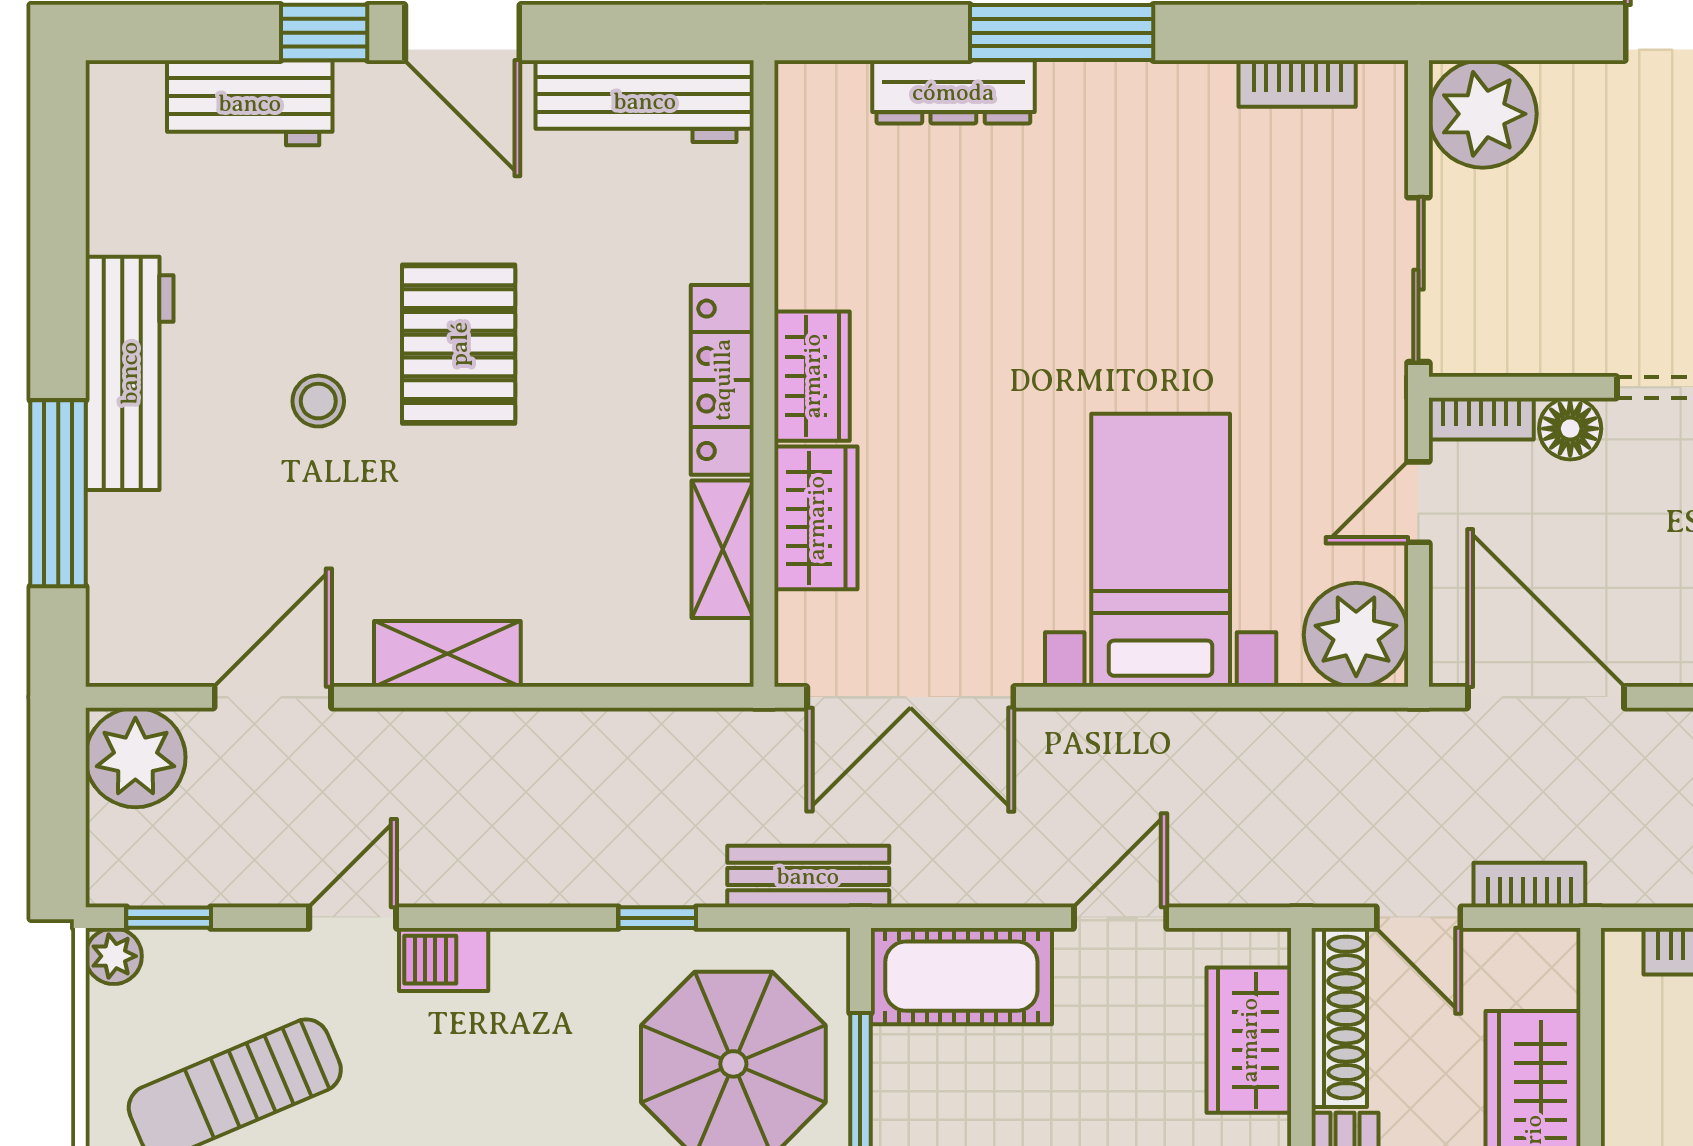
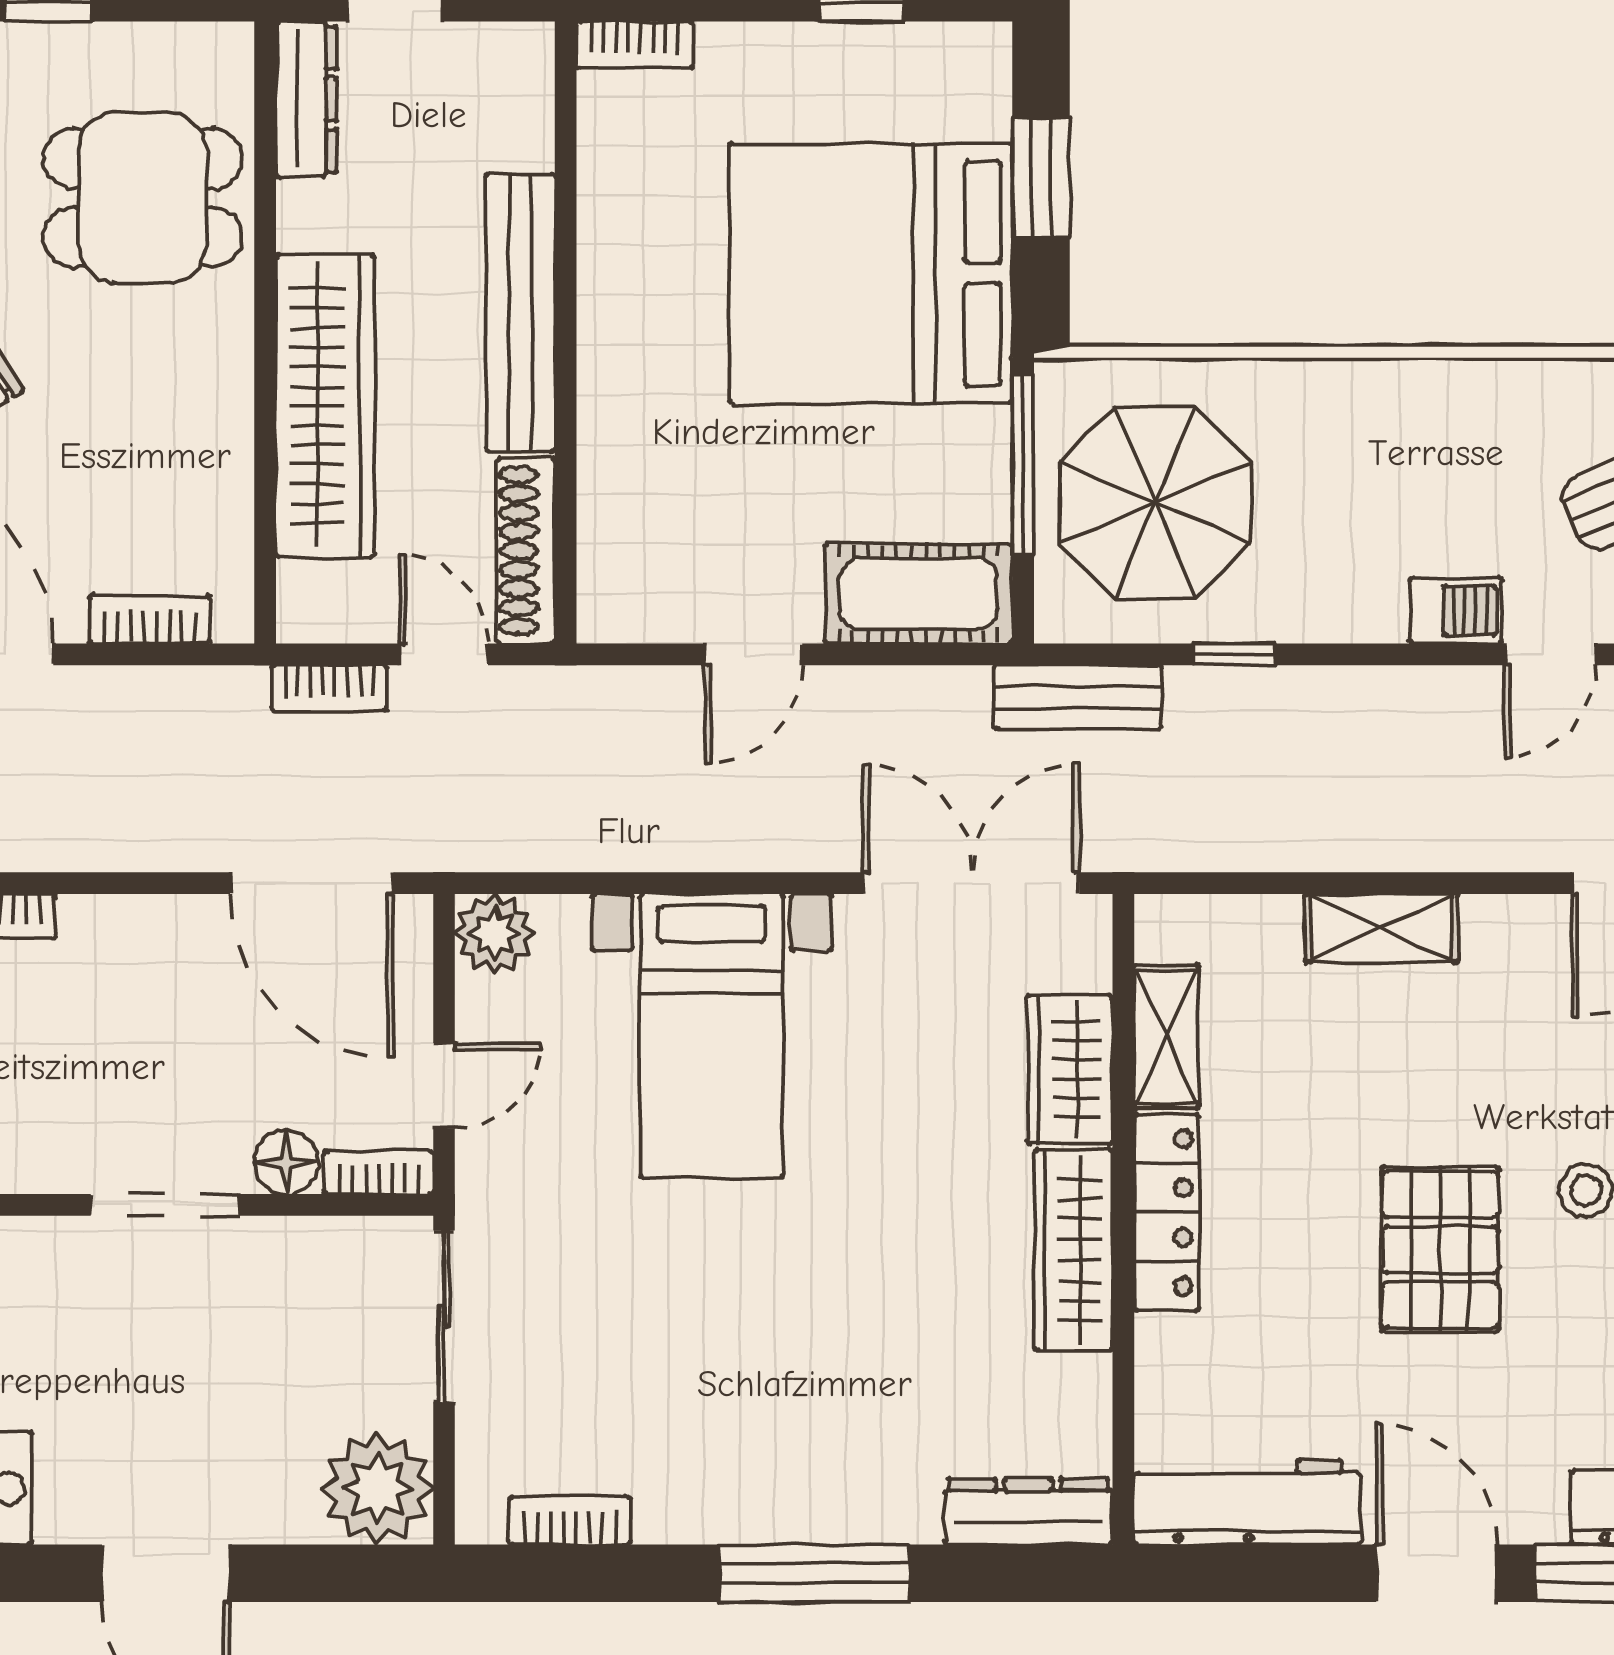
dresser: (953, 92) -> (1028, 1512), moved
wardrobe: (812, 376) -> (1074, 1250), width x1.50
plant: (1356, 635) -> (494, 933), width x0.73, depth x0.73
shelving: (447, 654) -> (1382, 928), moved
wardrobe: (1249, 1040) -> (620, 527), removed

